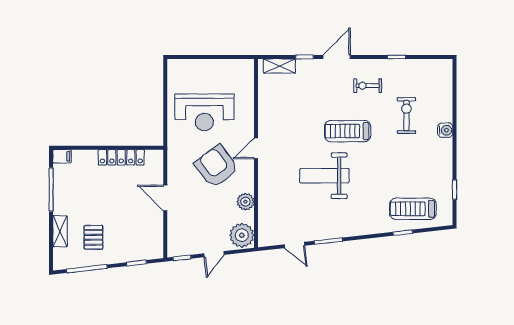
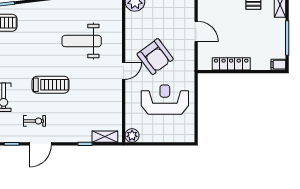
door: (337, 57) -> (40, 144), moved
weight bench: (324, 176) -> (82, 41), moved, turned 180
plant: (245, 202) -> (132, 136), moved

